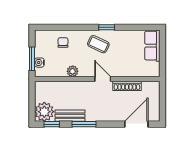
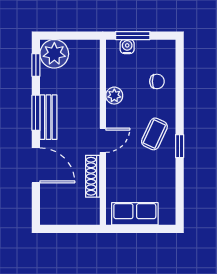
row of seats: (152, 46) -> (135, 214), moved
bench: (70, 116) -> (48, 117), moved
door: (136, 124) -> (36, 165), moved

